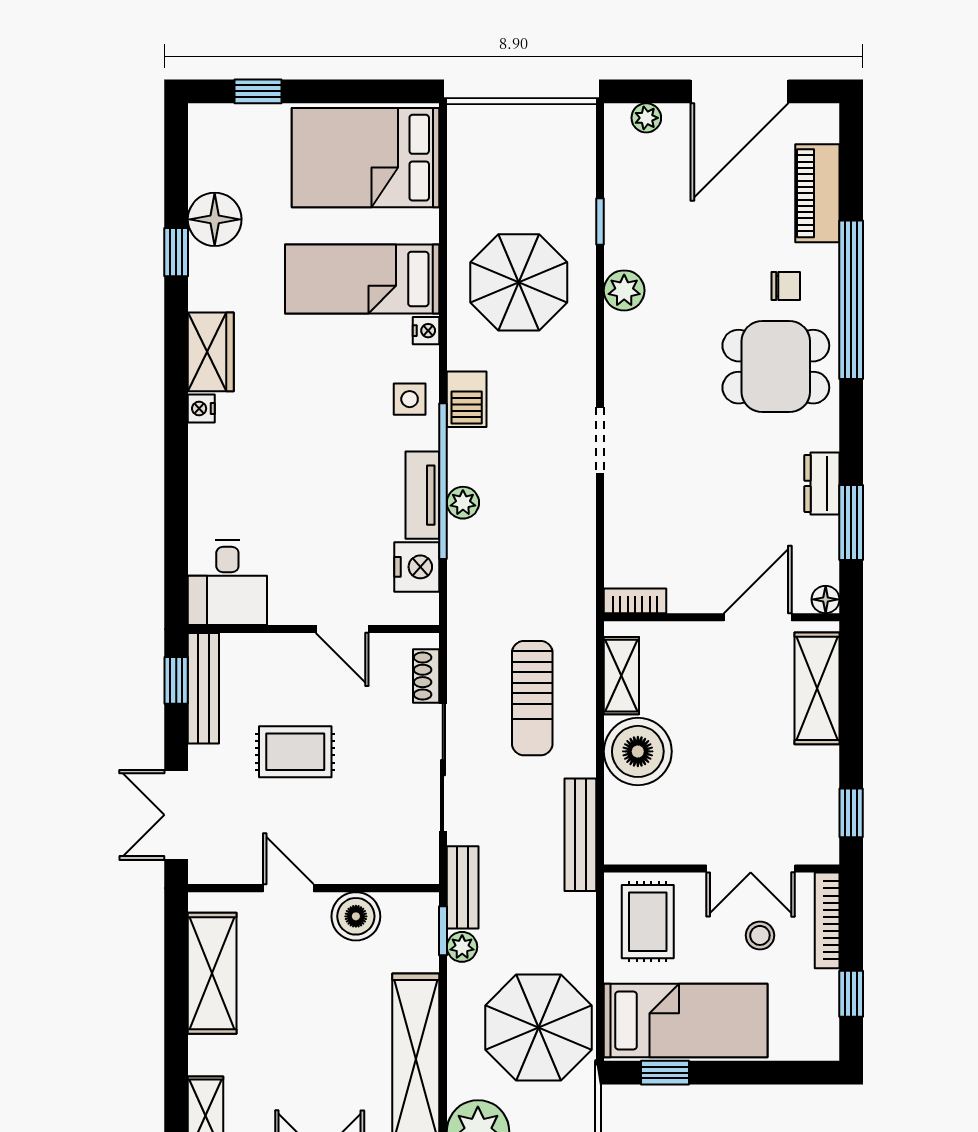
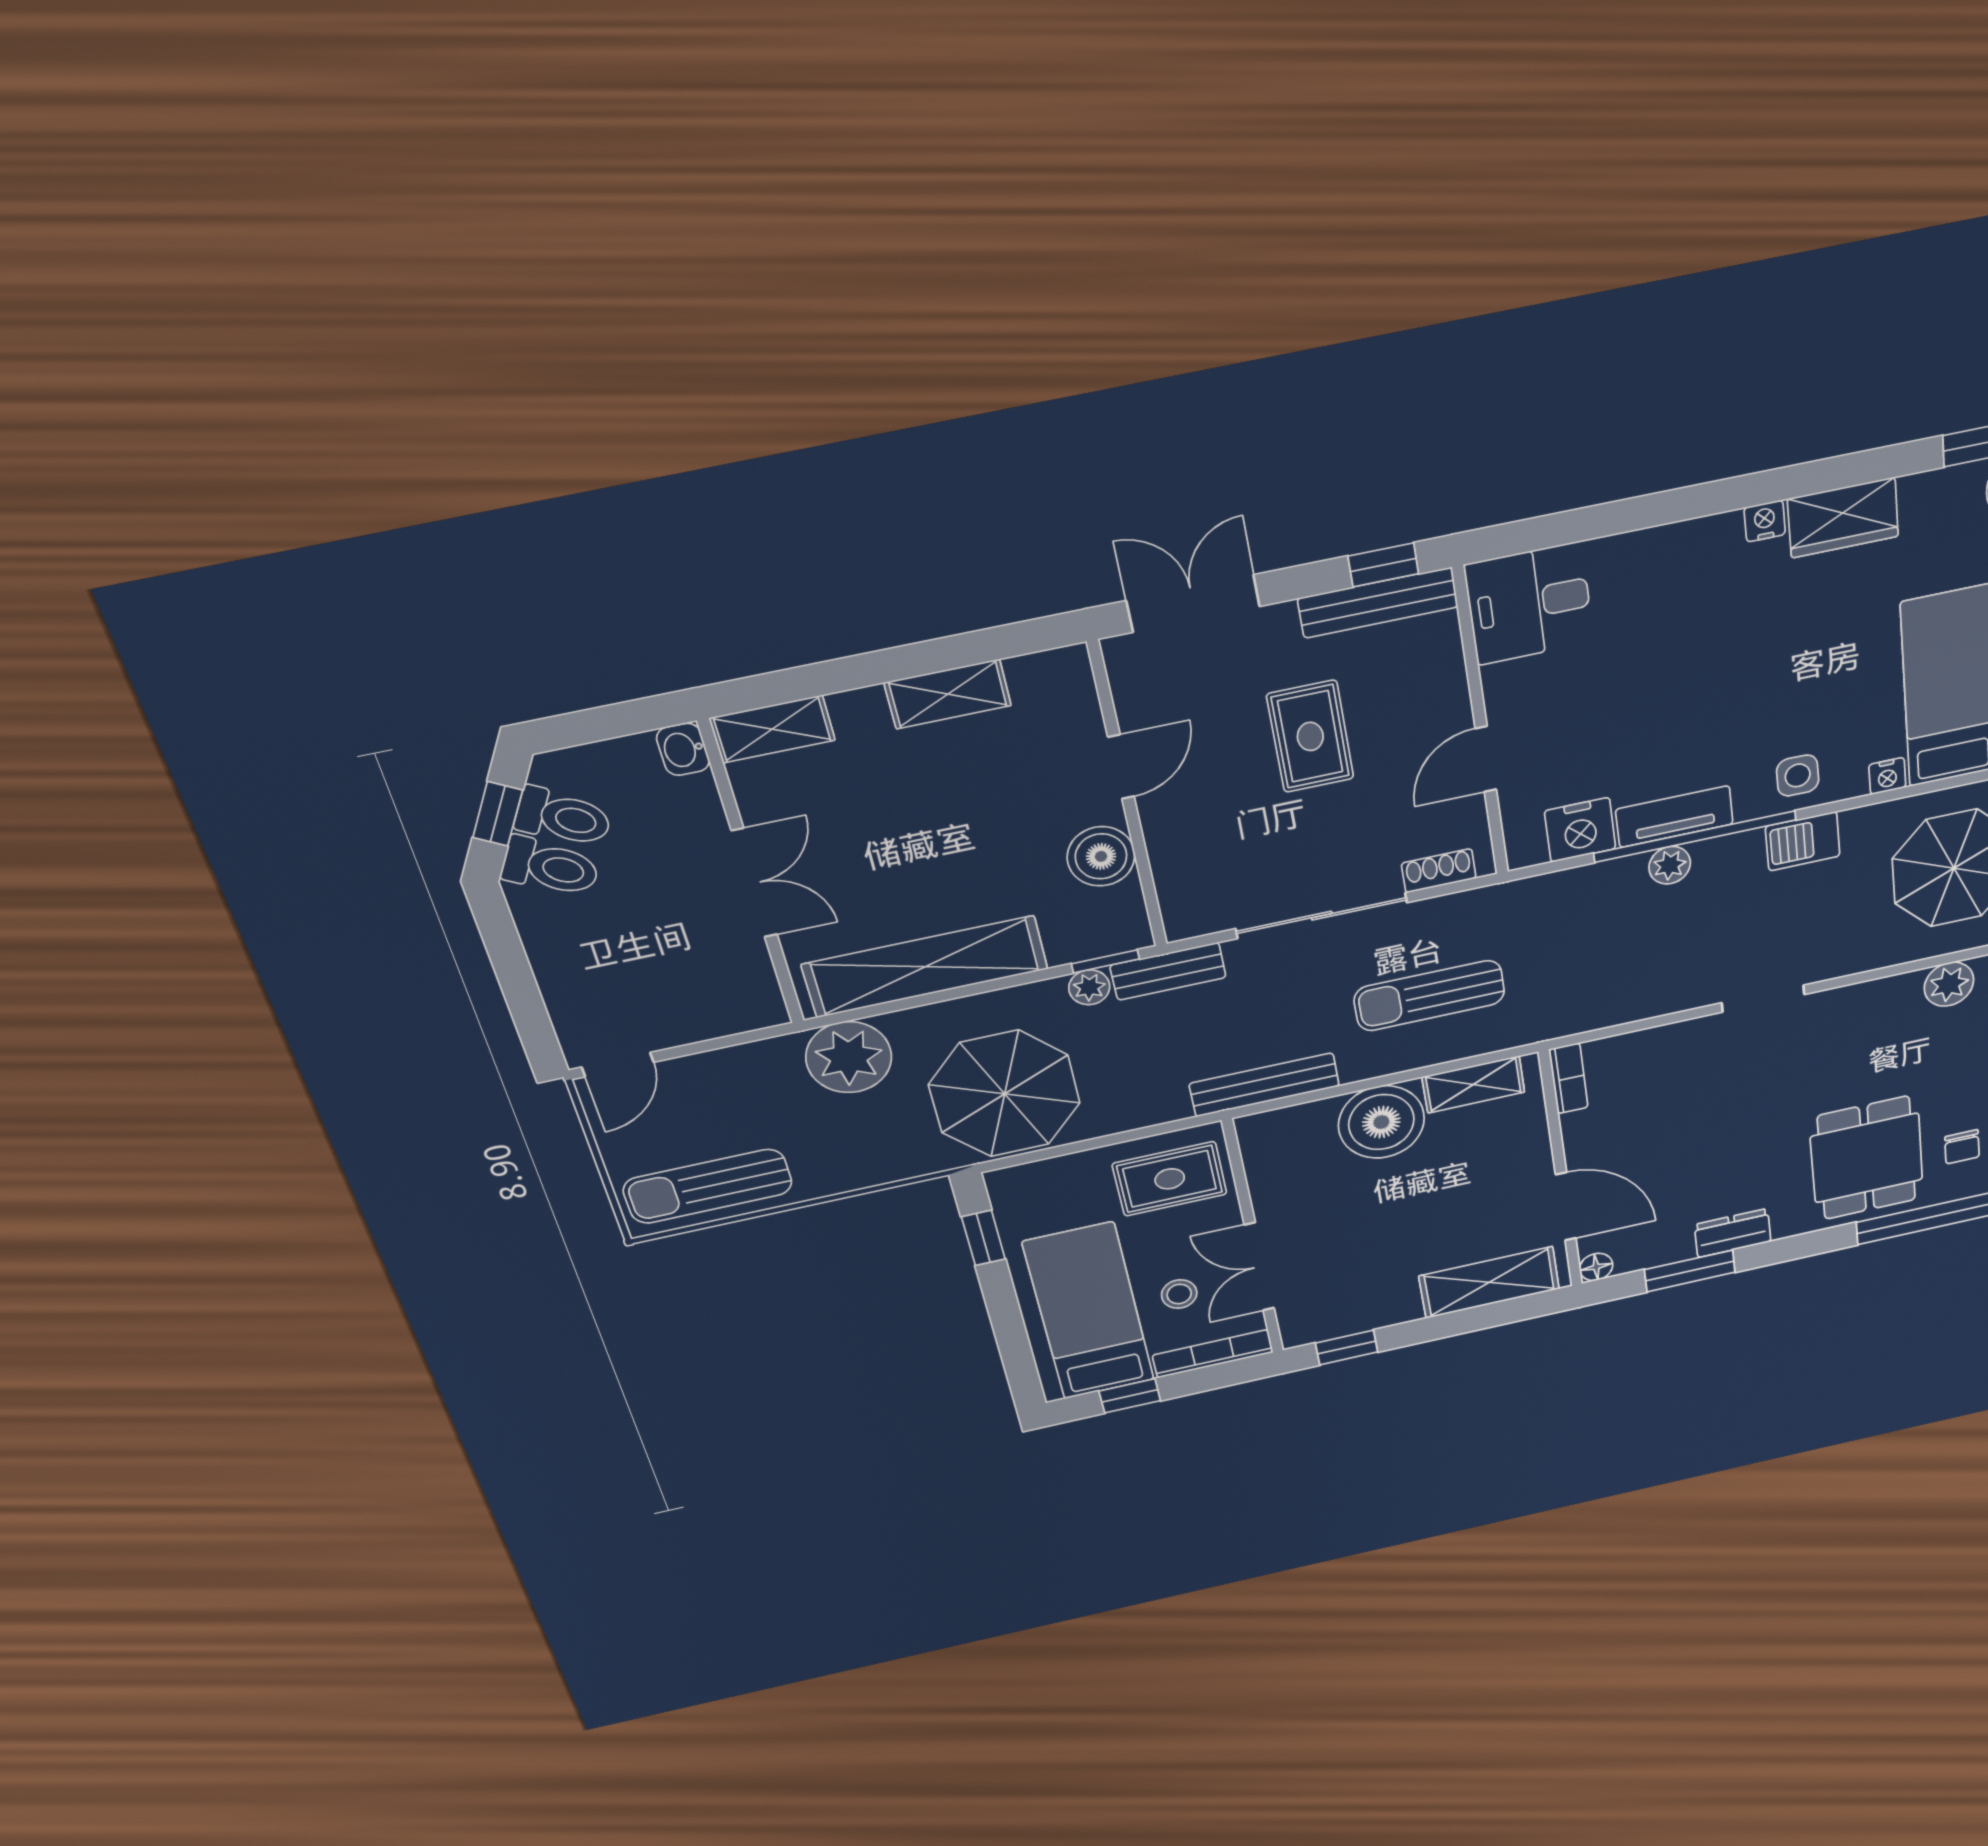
shelving: (212, 973) -> (948, 694), width x0.67, depth x0.75
bed: (686, 1021) -> (1089, 1312), moved, turned 180

